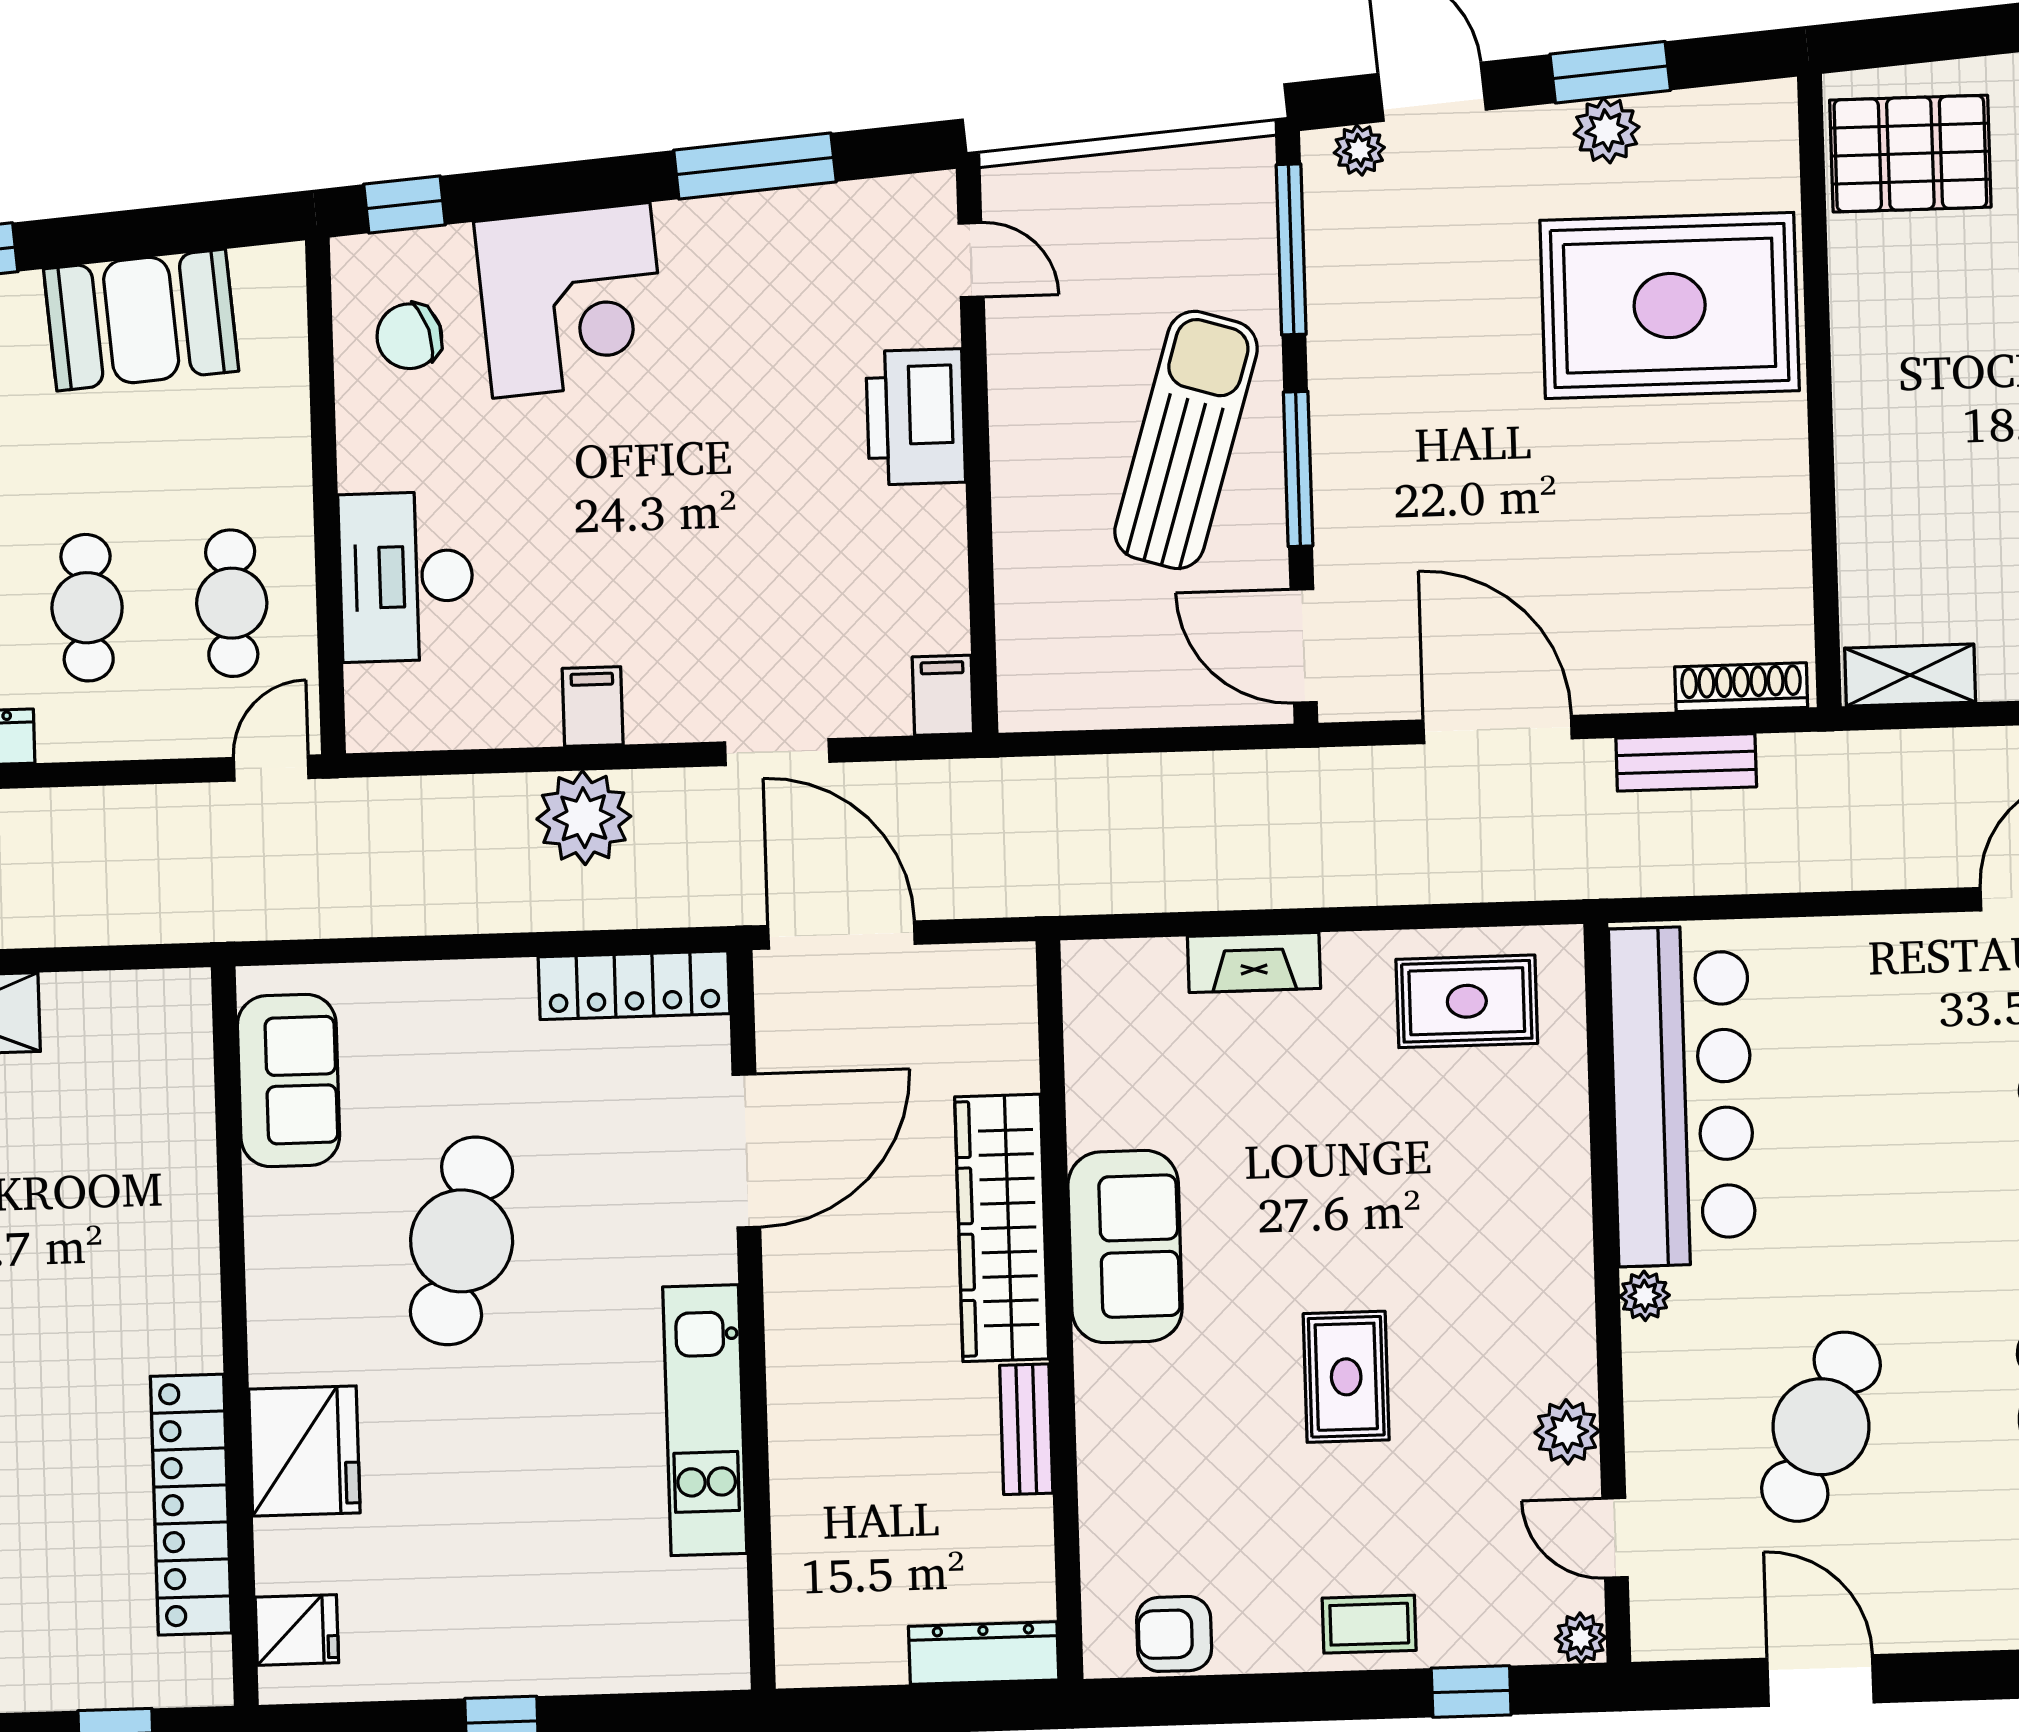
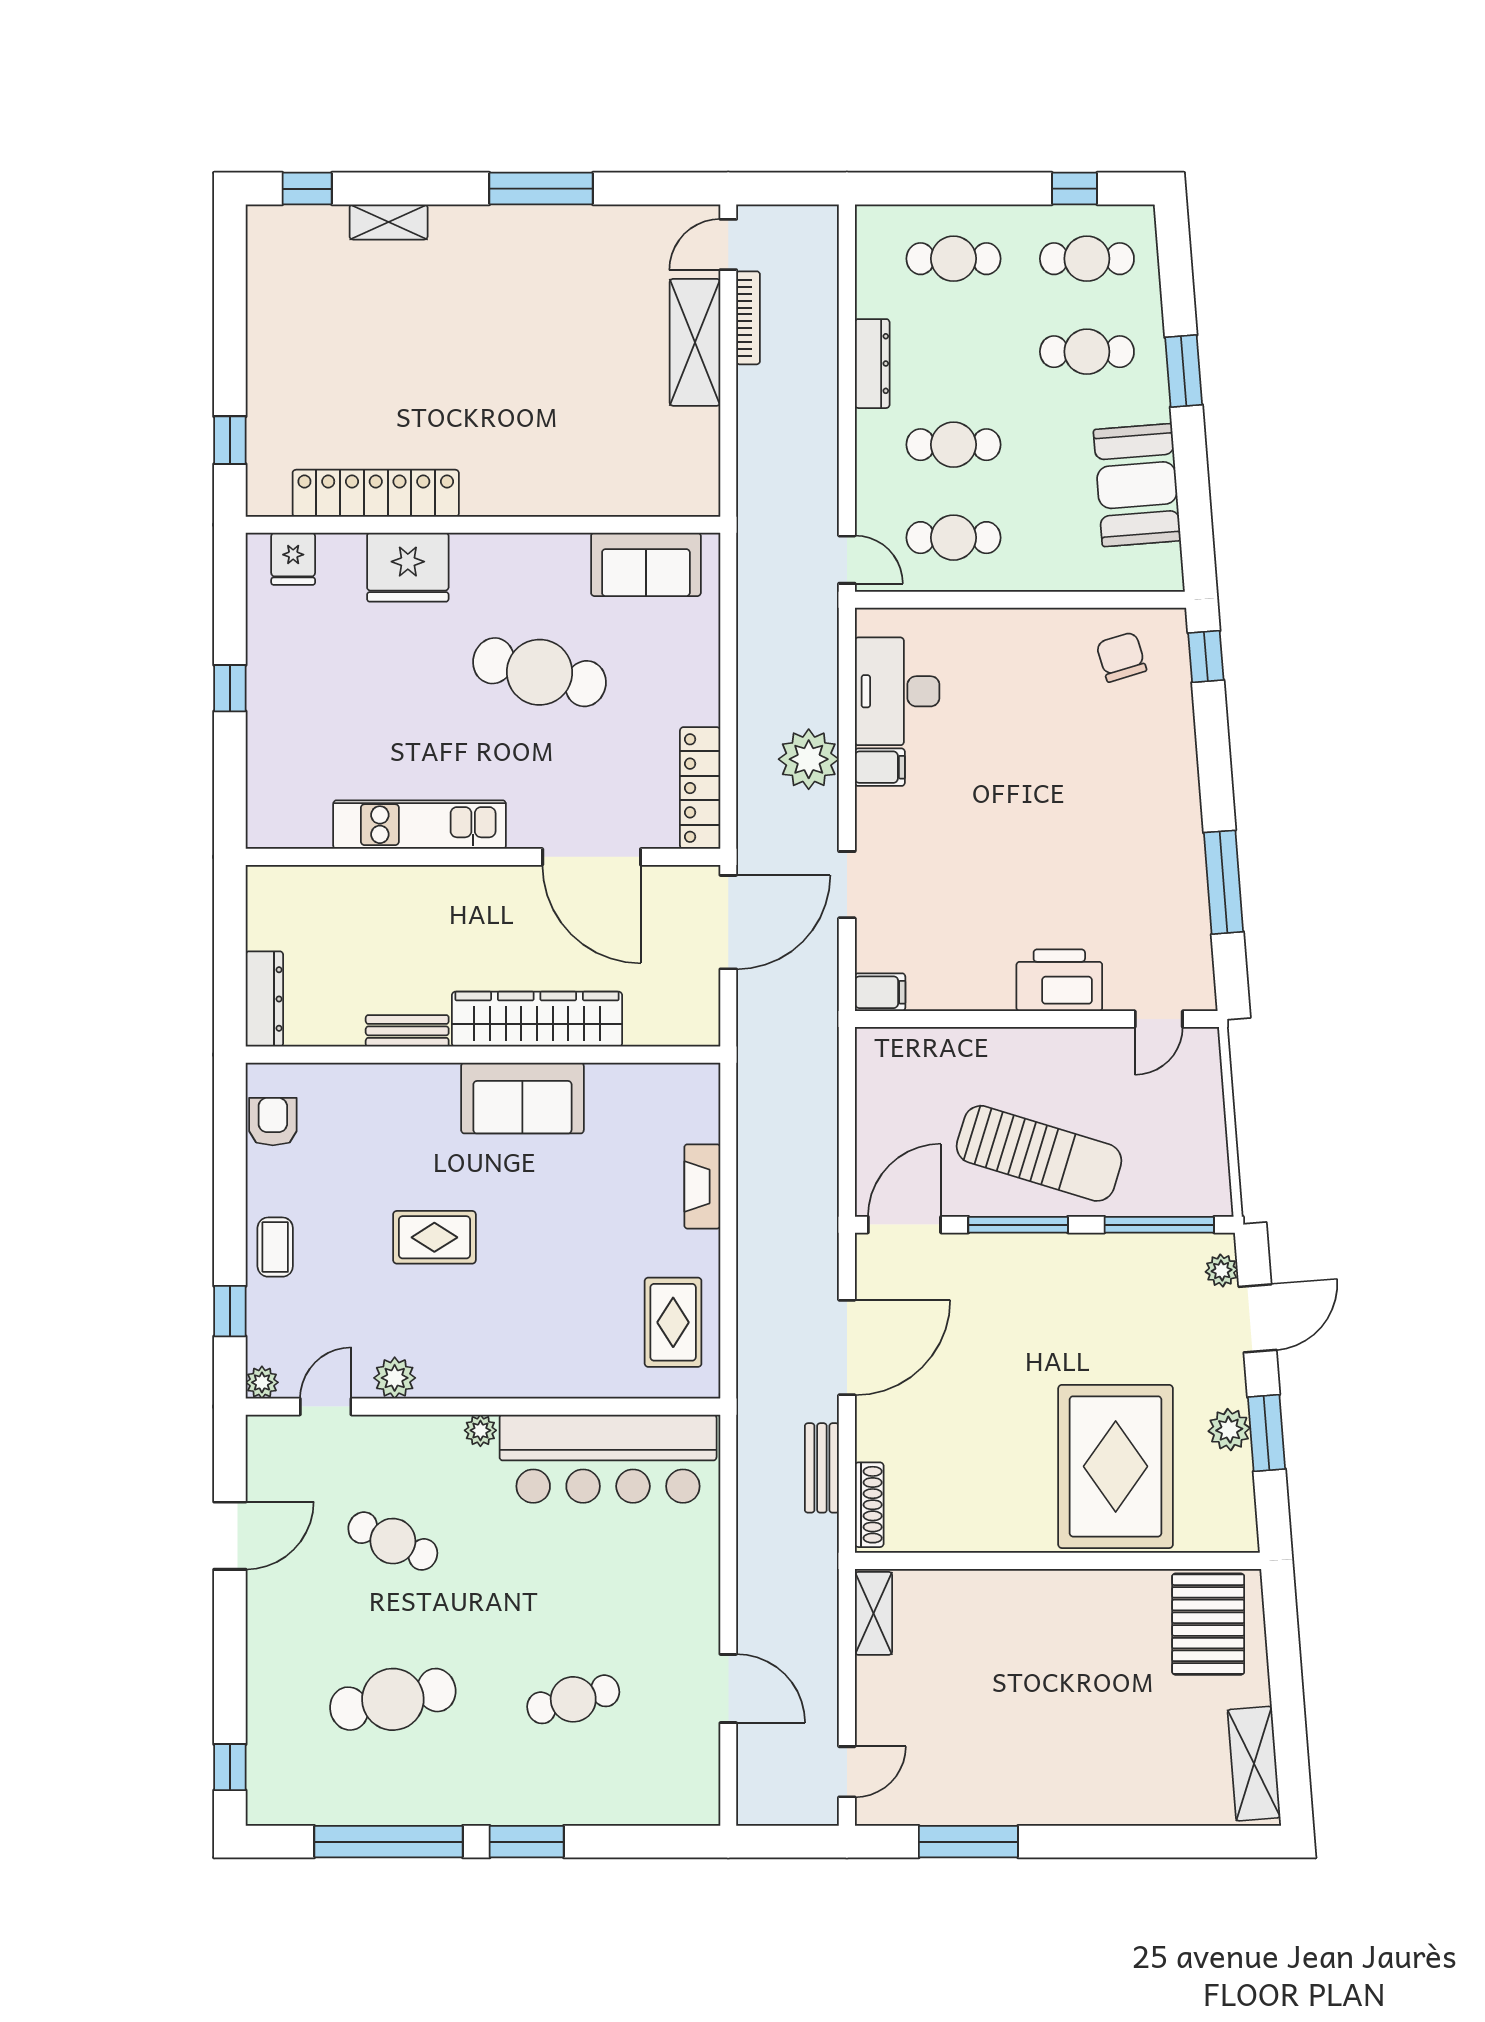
corner desk: (571, 300) -> (1141, 762), removed
desk: (406, 577) -> (897, 691), moved, turned -90
cafe table: (1821, 1427) -> (393, 1541), width x0.73, depth x0.74

